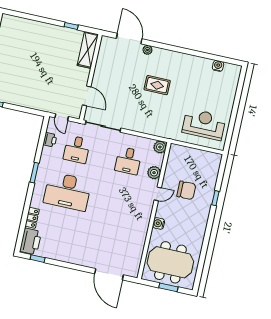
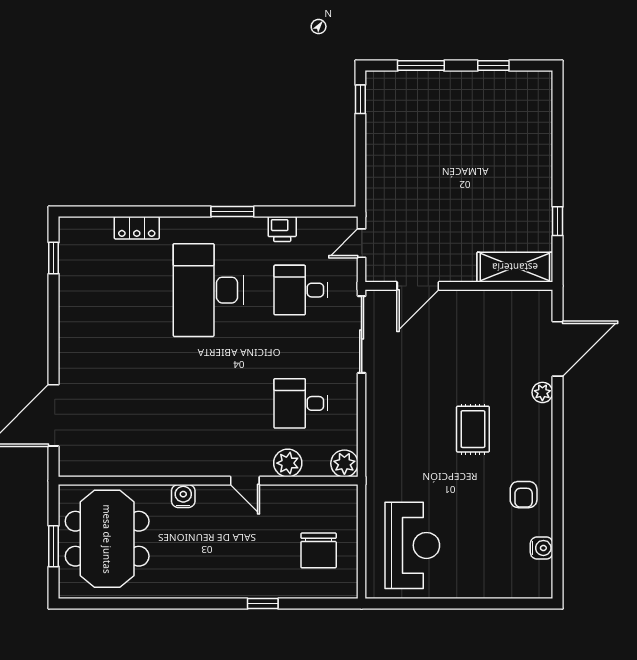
armchair: (192, 69) -> (524, 495), added
printer: (50, 140) -> (282, 229), moved
chair: (186, 190) -> (319, 550), moved
printer: (30, 241) -> (86, 235), removed

